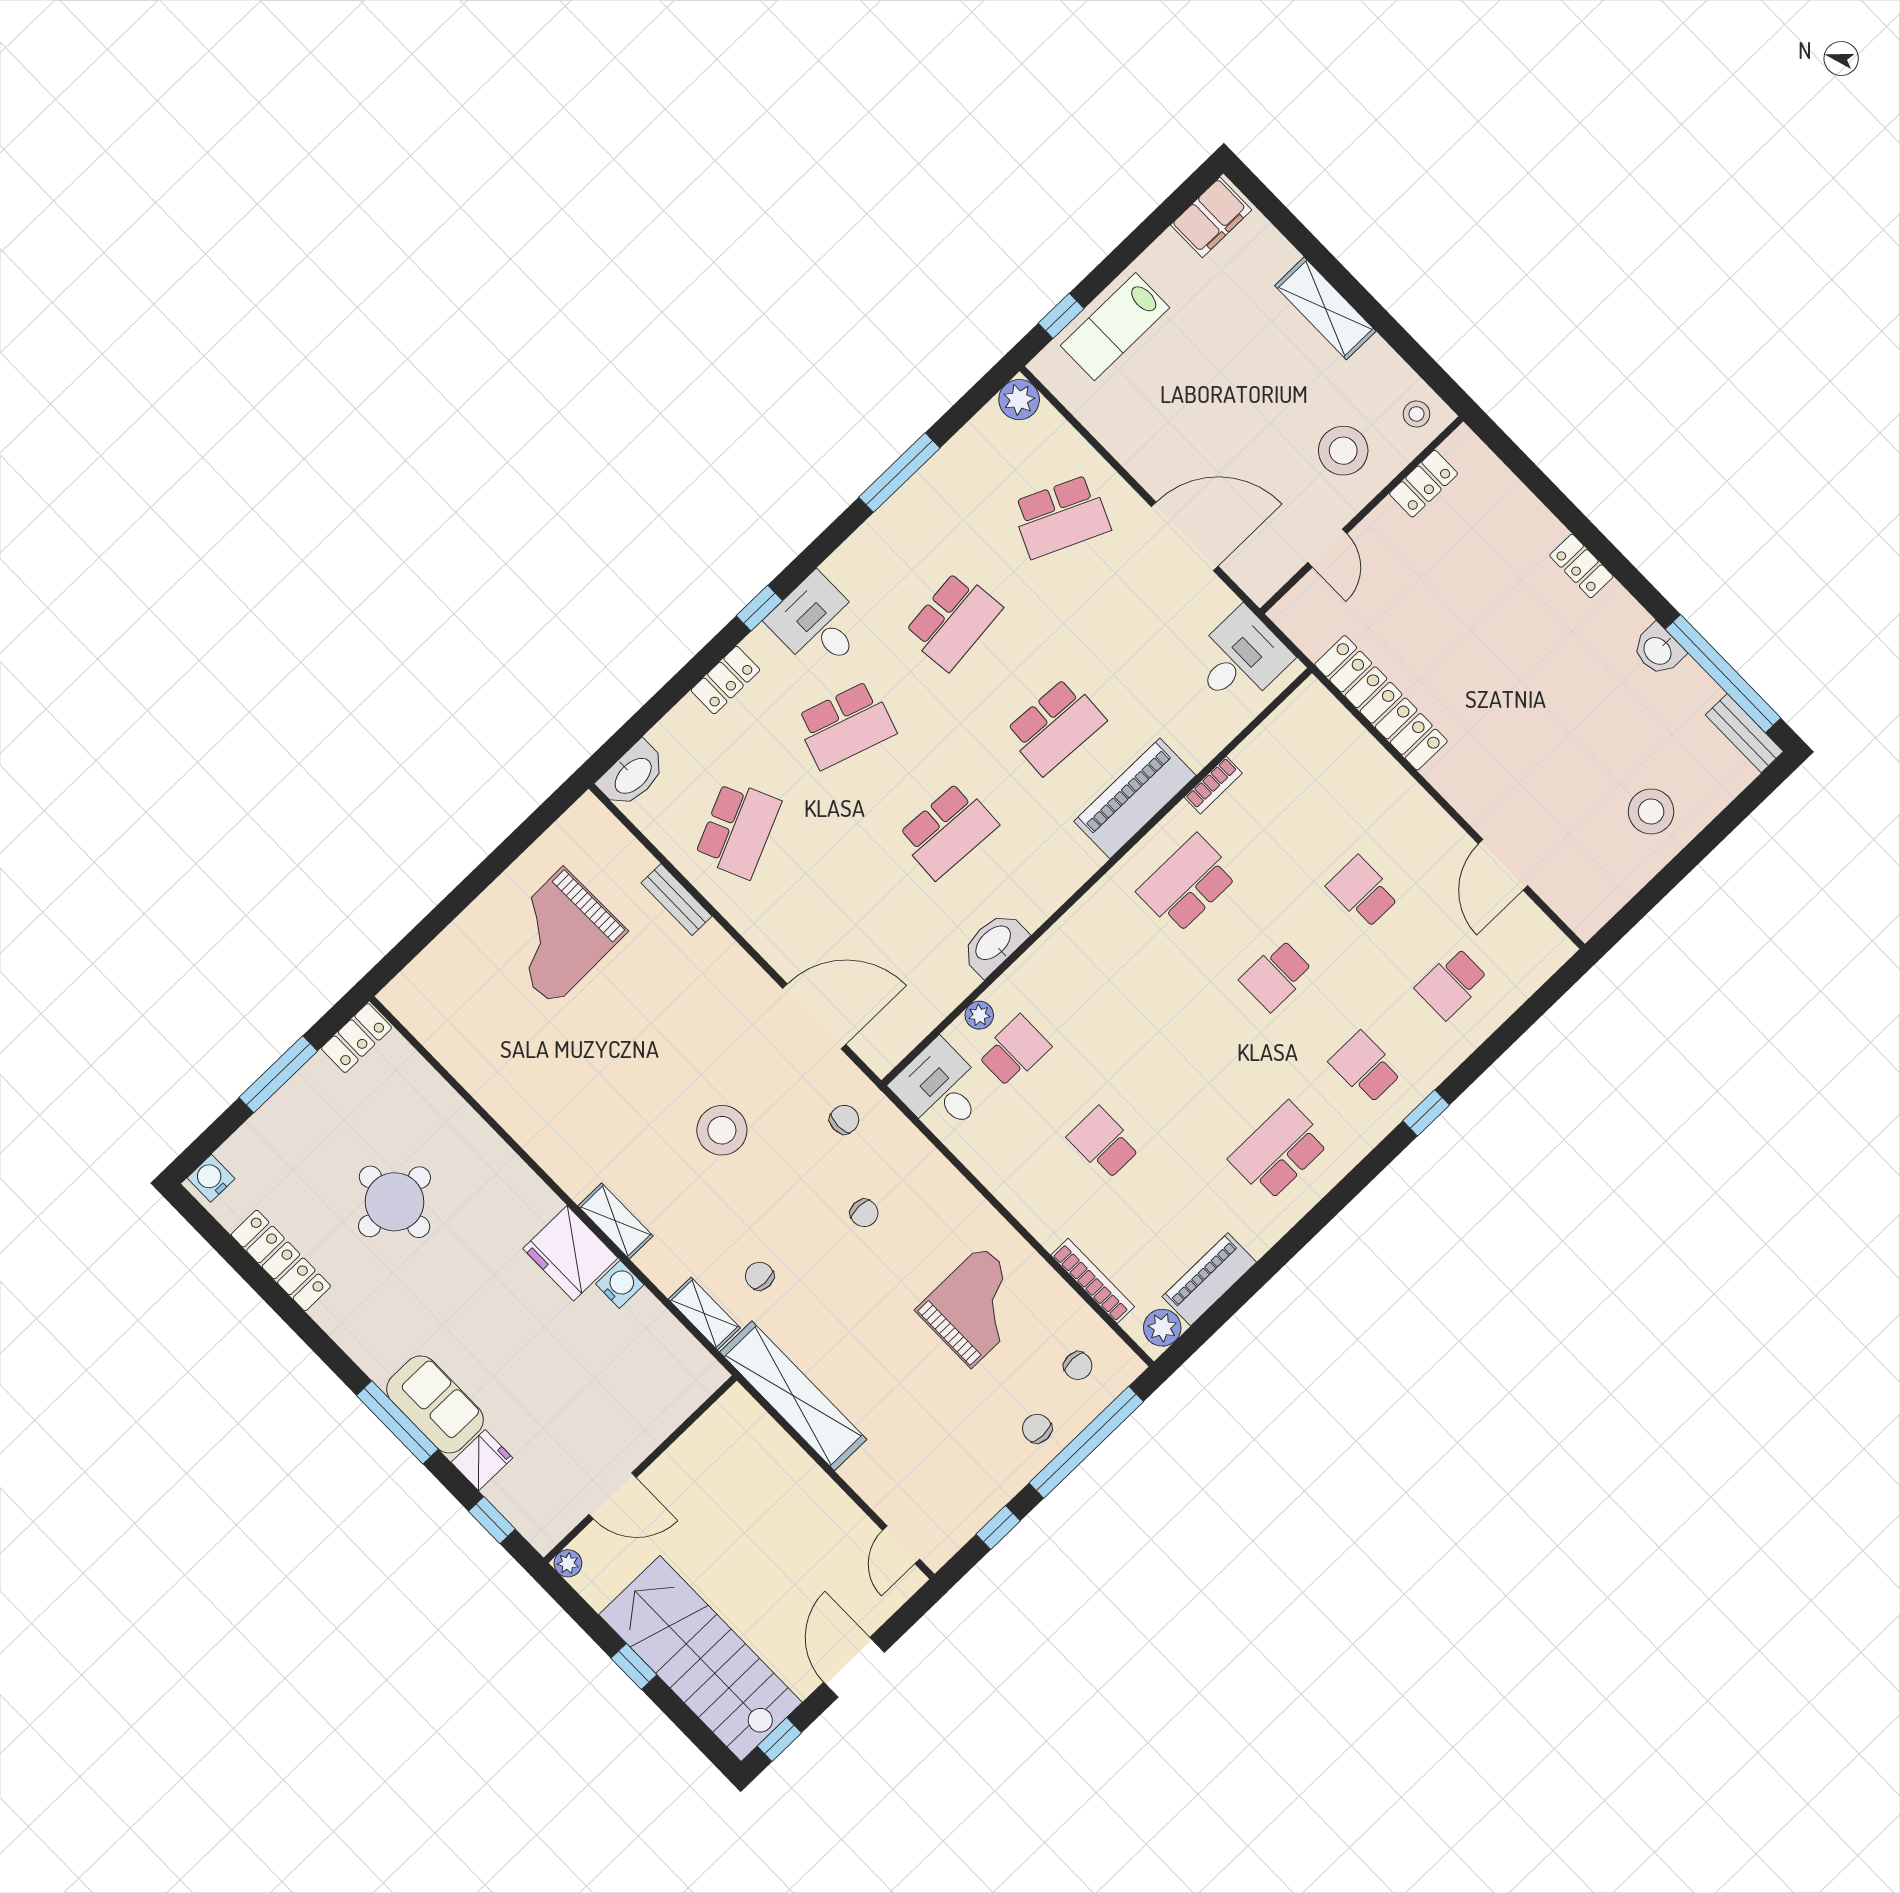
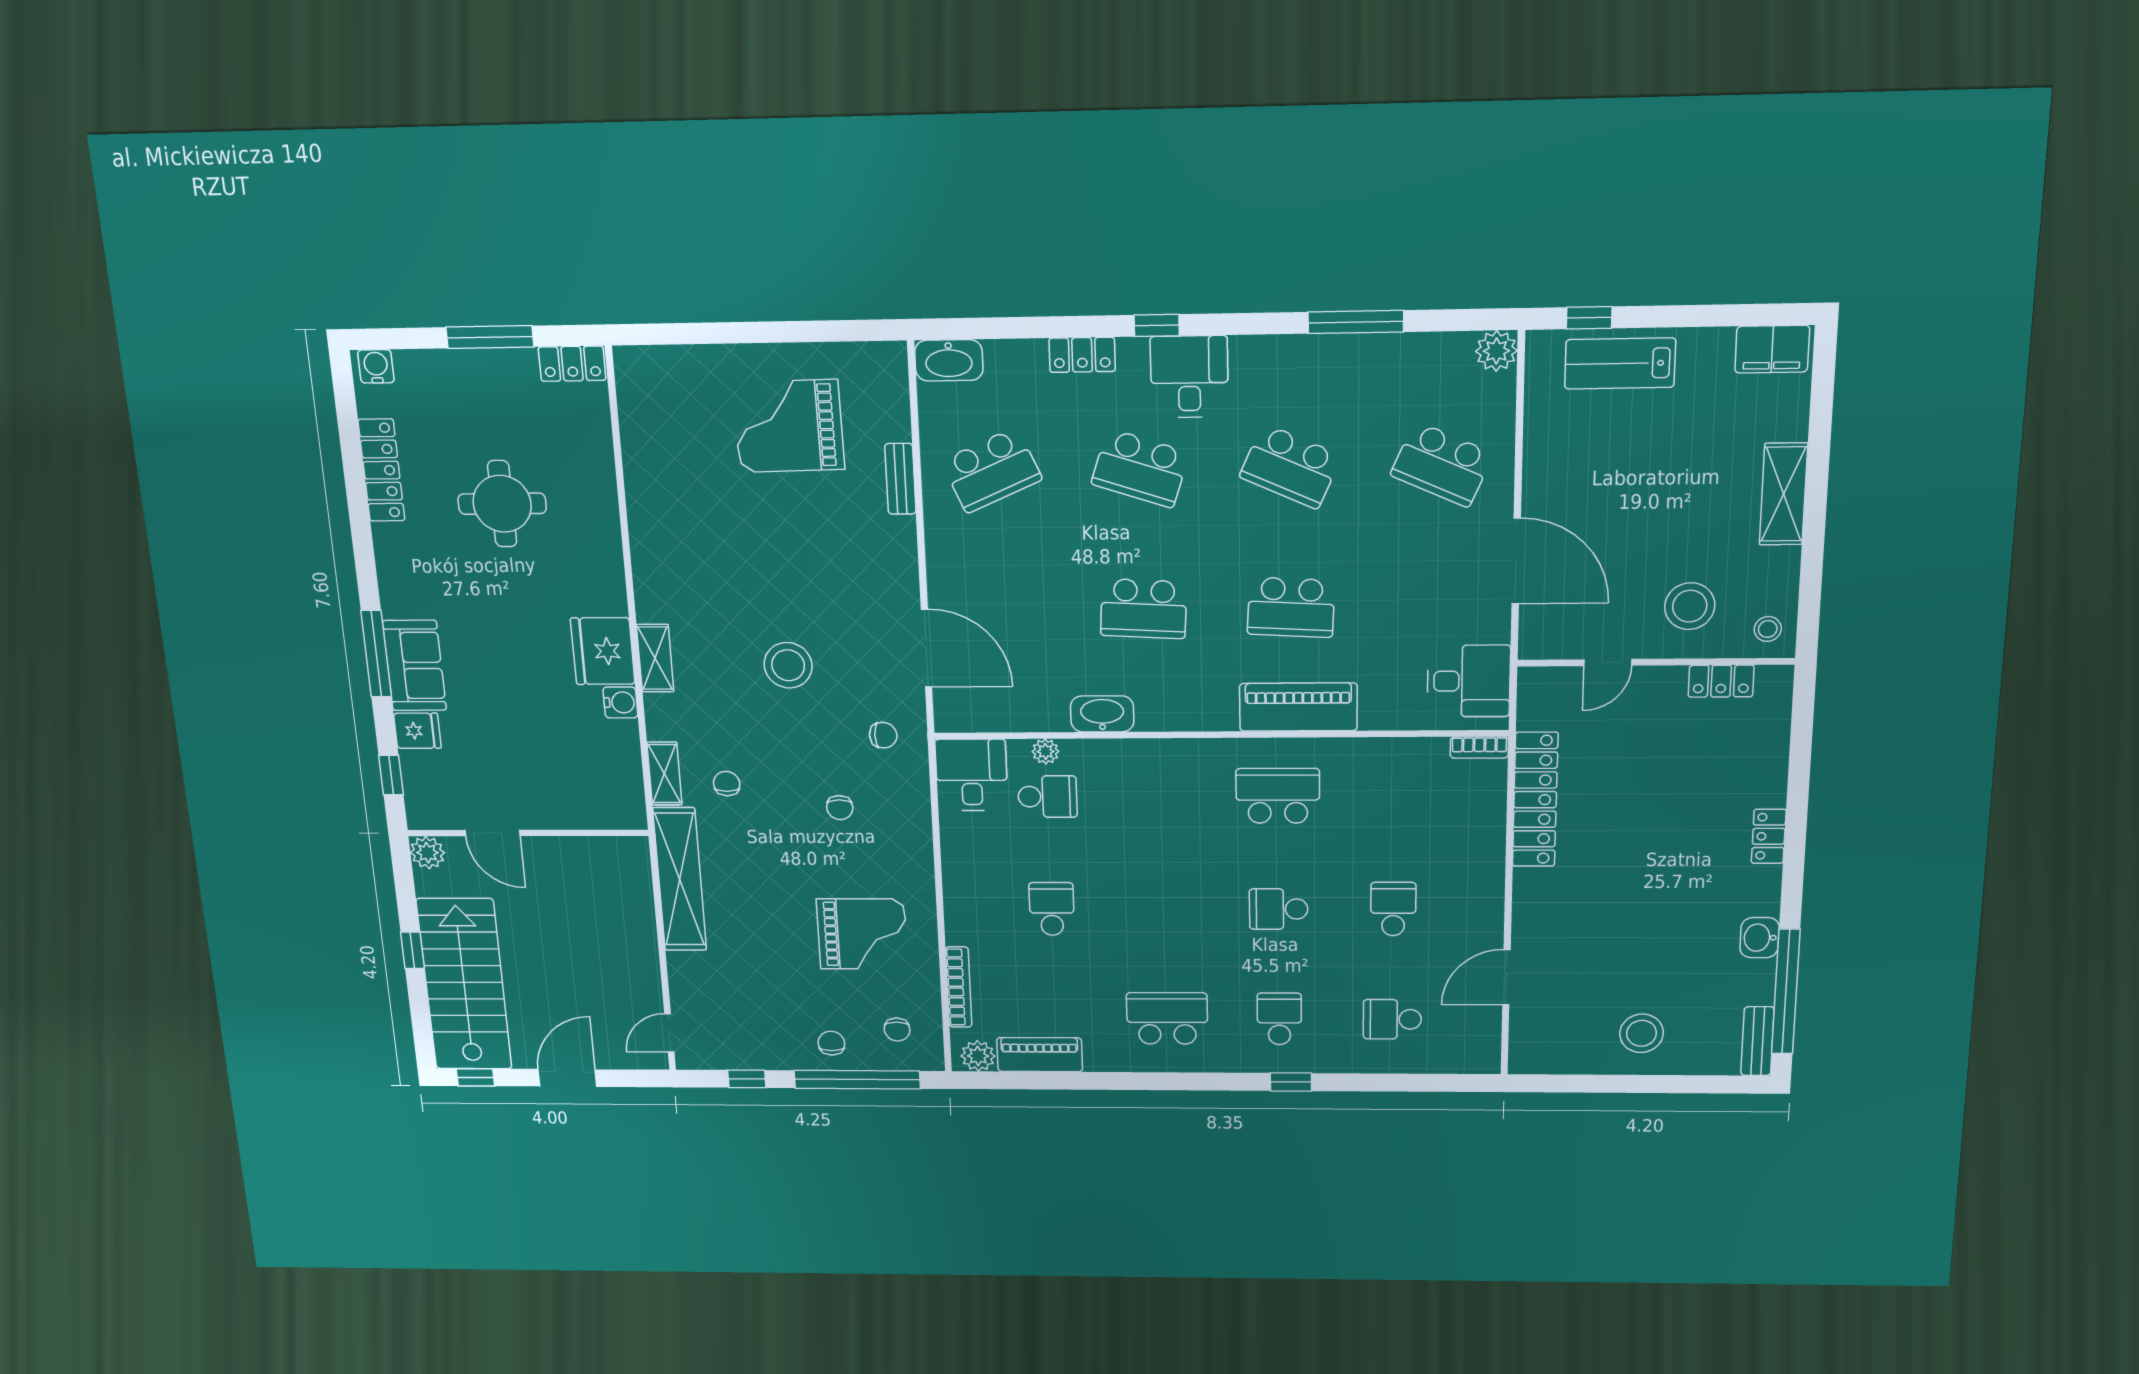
school desk: (953, 621) -> (1290, 466), turned 30
bookcase: (1213, 785) -> (1479, 747), moved
plant: (568, 1563) -> (427, 853), width x1.38, depth x1.38

